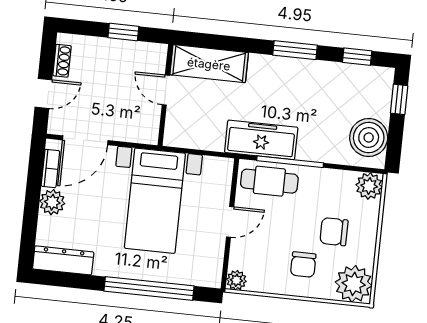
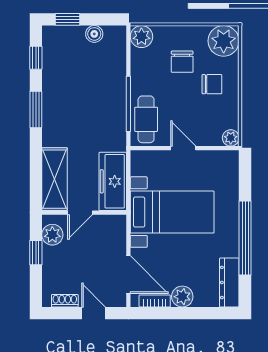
plant: (143, 54) -> (52, 235), added
boiler: (369, 138) -> (94, 34), width x0.54, depth x0.54
freezer: (261, 140) -> (113, 181), moved
window: (149, 288) -> (245, 238), moved

